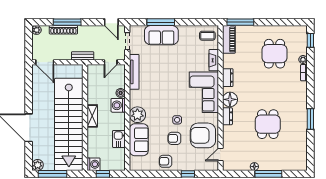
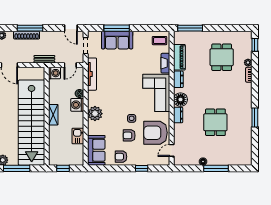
piano: (229, 39) -> (179, 57), moved
sofa: (139, 140) -> (96, 150), moved
washing machine: (94, 164) -> (54, 73), moved

